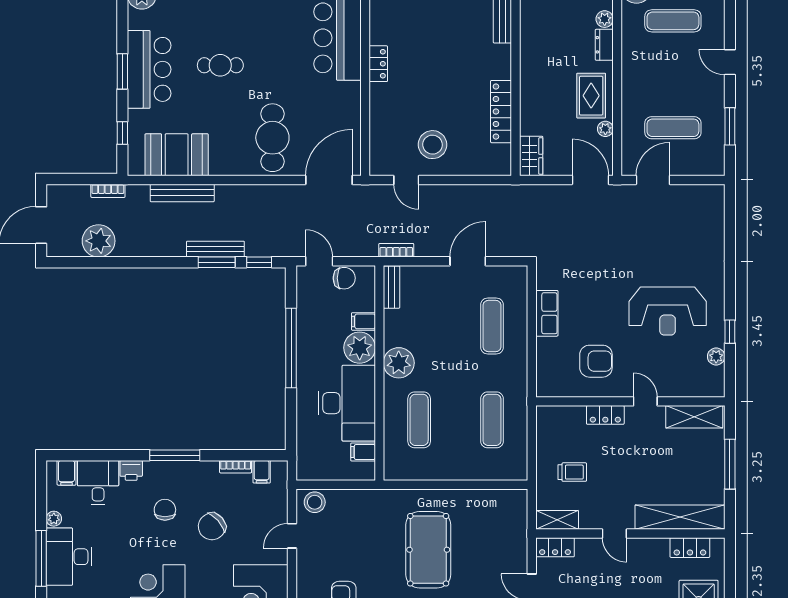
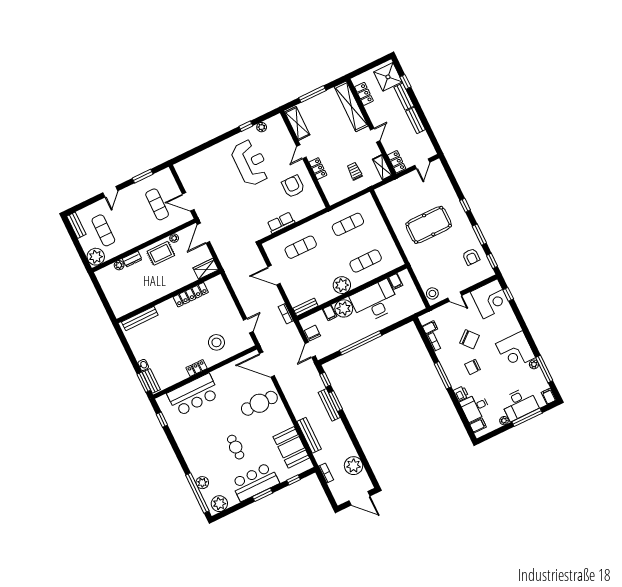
stool: (432, 145) -> (216, 342), moved

